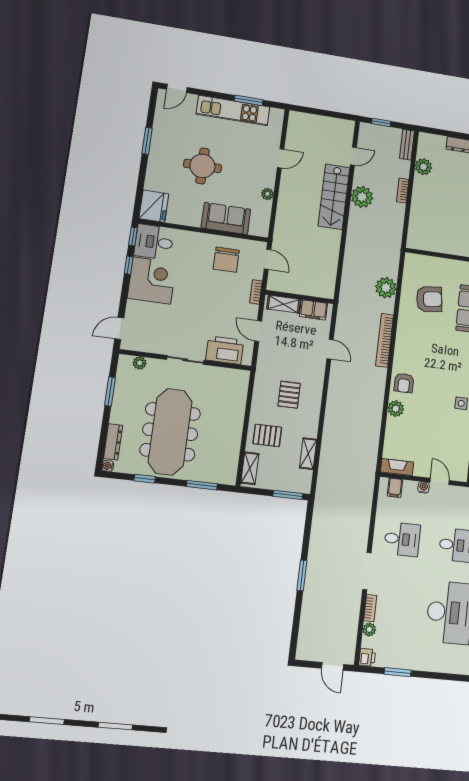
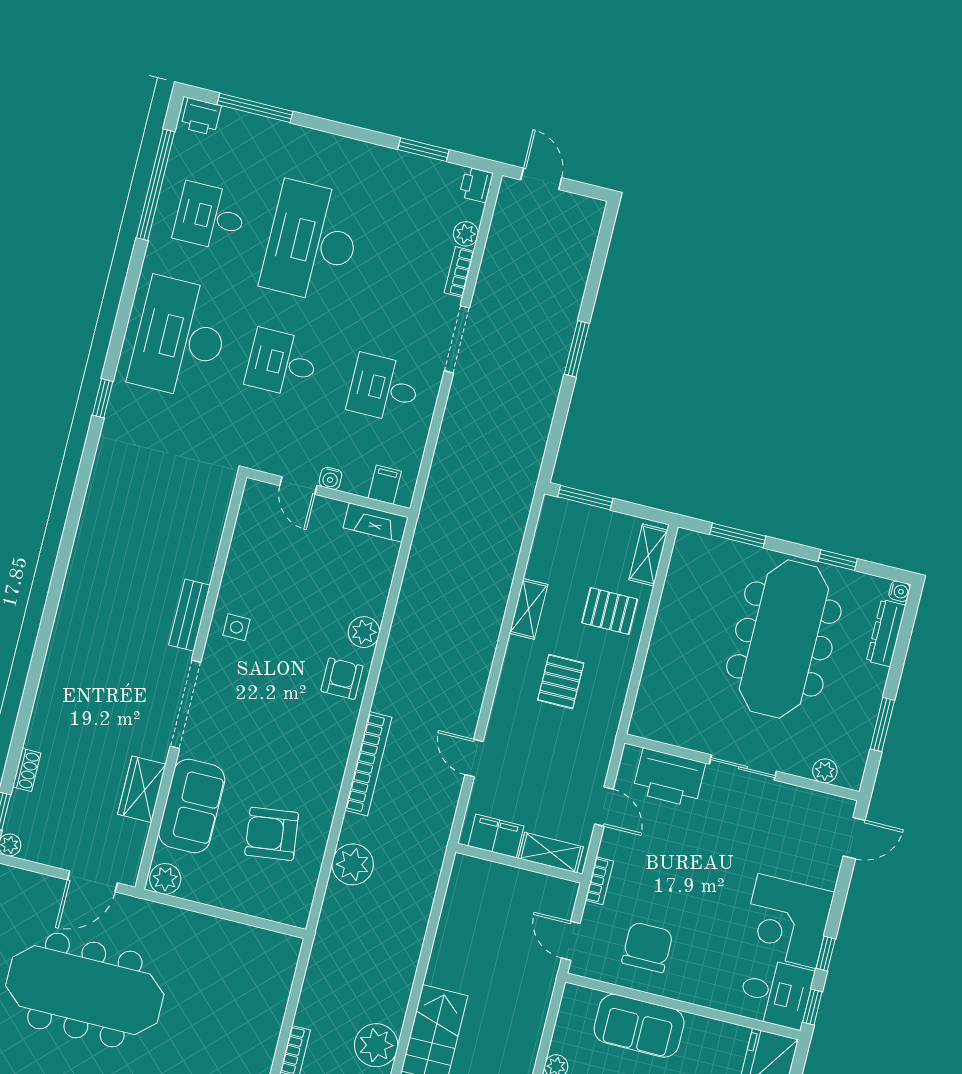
shelving: (308, 454) -> (529, 609), moved

